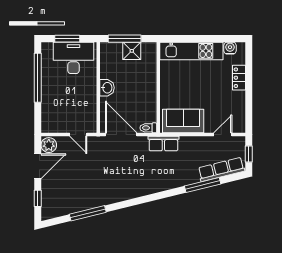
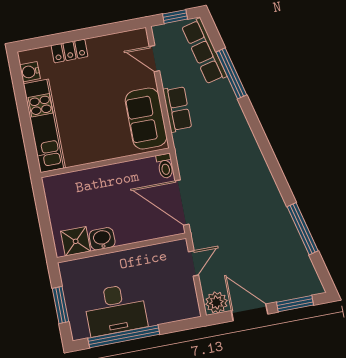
window: (125, 39) -> (45, 224), removed
shower: (132, 51) -> (76, 241), moved
desk: (73, 58) -> (115, 310), moved, turned -90
washbasin: (107, 88) -> (102, 239), moved
door: (121, 135) -> (182, 203), hinge flipped
row of seats: (163, 144) -> (177, 109), moved
window: (38, 198) -> (295, 304), width x1.50

